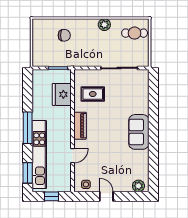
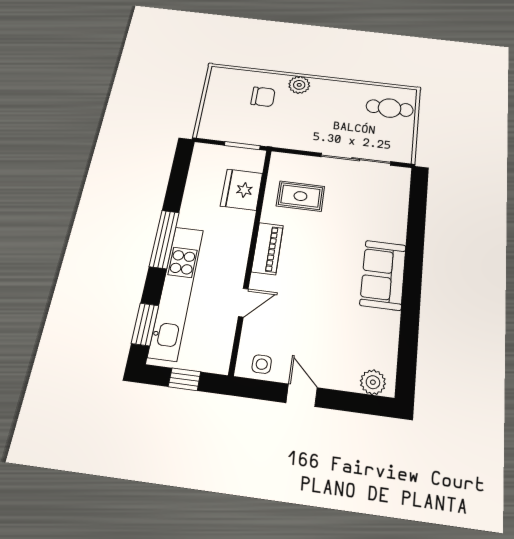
plant: (104, 25) -> (299, 85), moved

